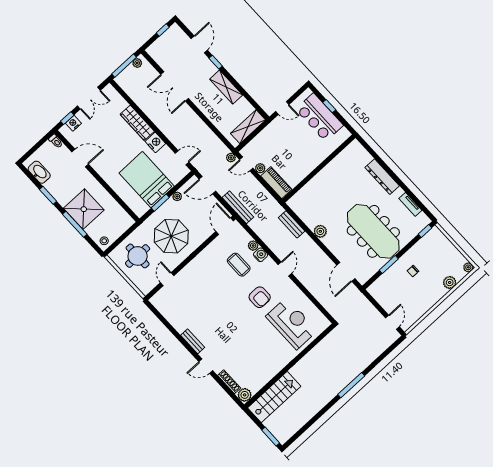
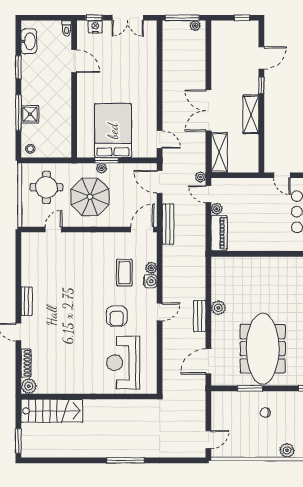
double door: (175, 86) -> (208, 110), moved
wardrobe: (137, 123) -> (149, 76), removed
shelving: (248, 127) -> (219, 152), moved, turned 90
nightstand: (155, 142) -> (149, 106), removed
plant: (177, 196) -> (101, 168), moved
shower: (84, 209) -> (30, 114), width x0.54, depth x0.54
bench: (292, 224) -> (200, 316), moved
reception desk: (292, 323) -> (123, 363), turned 180

